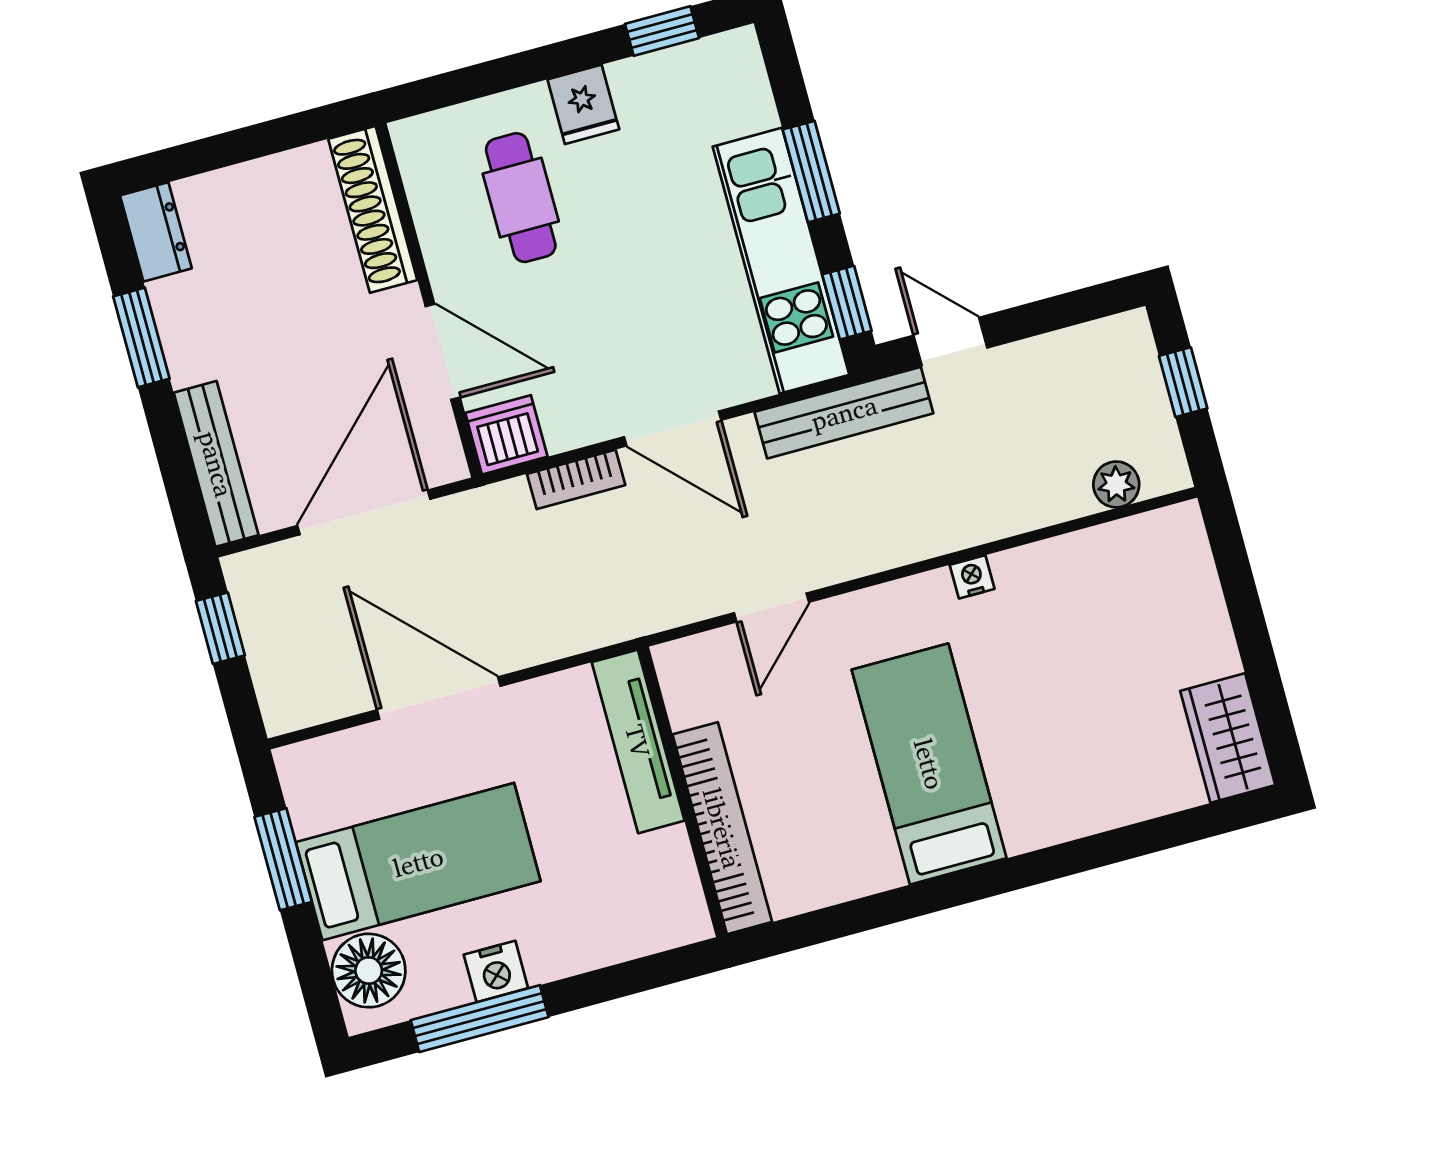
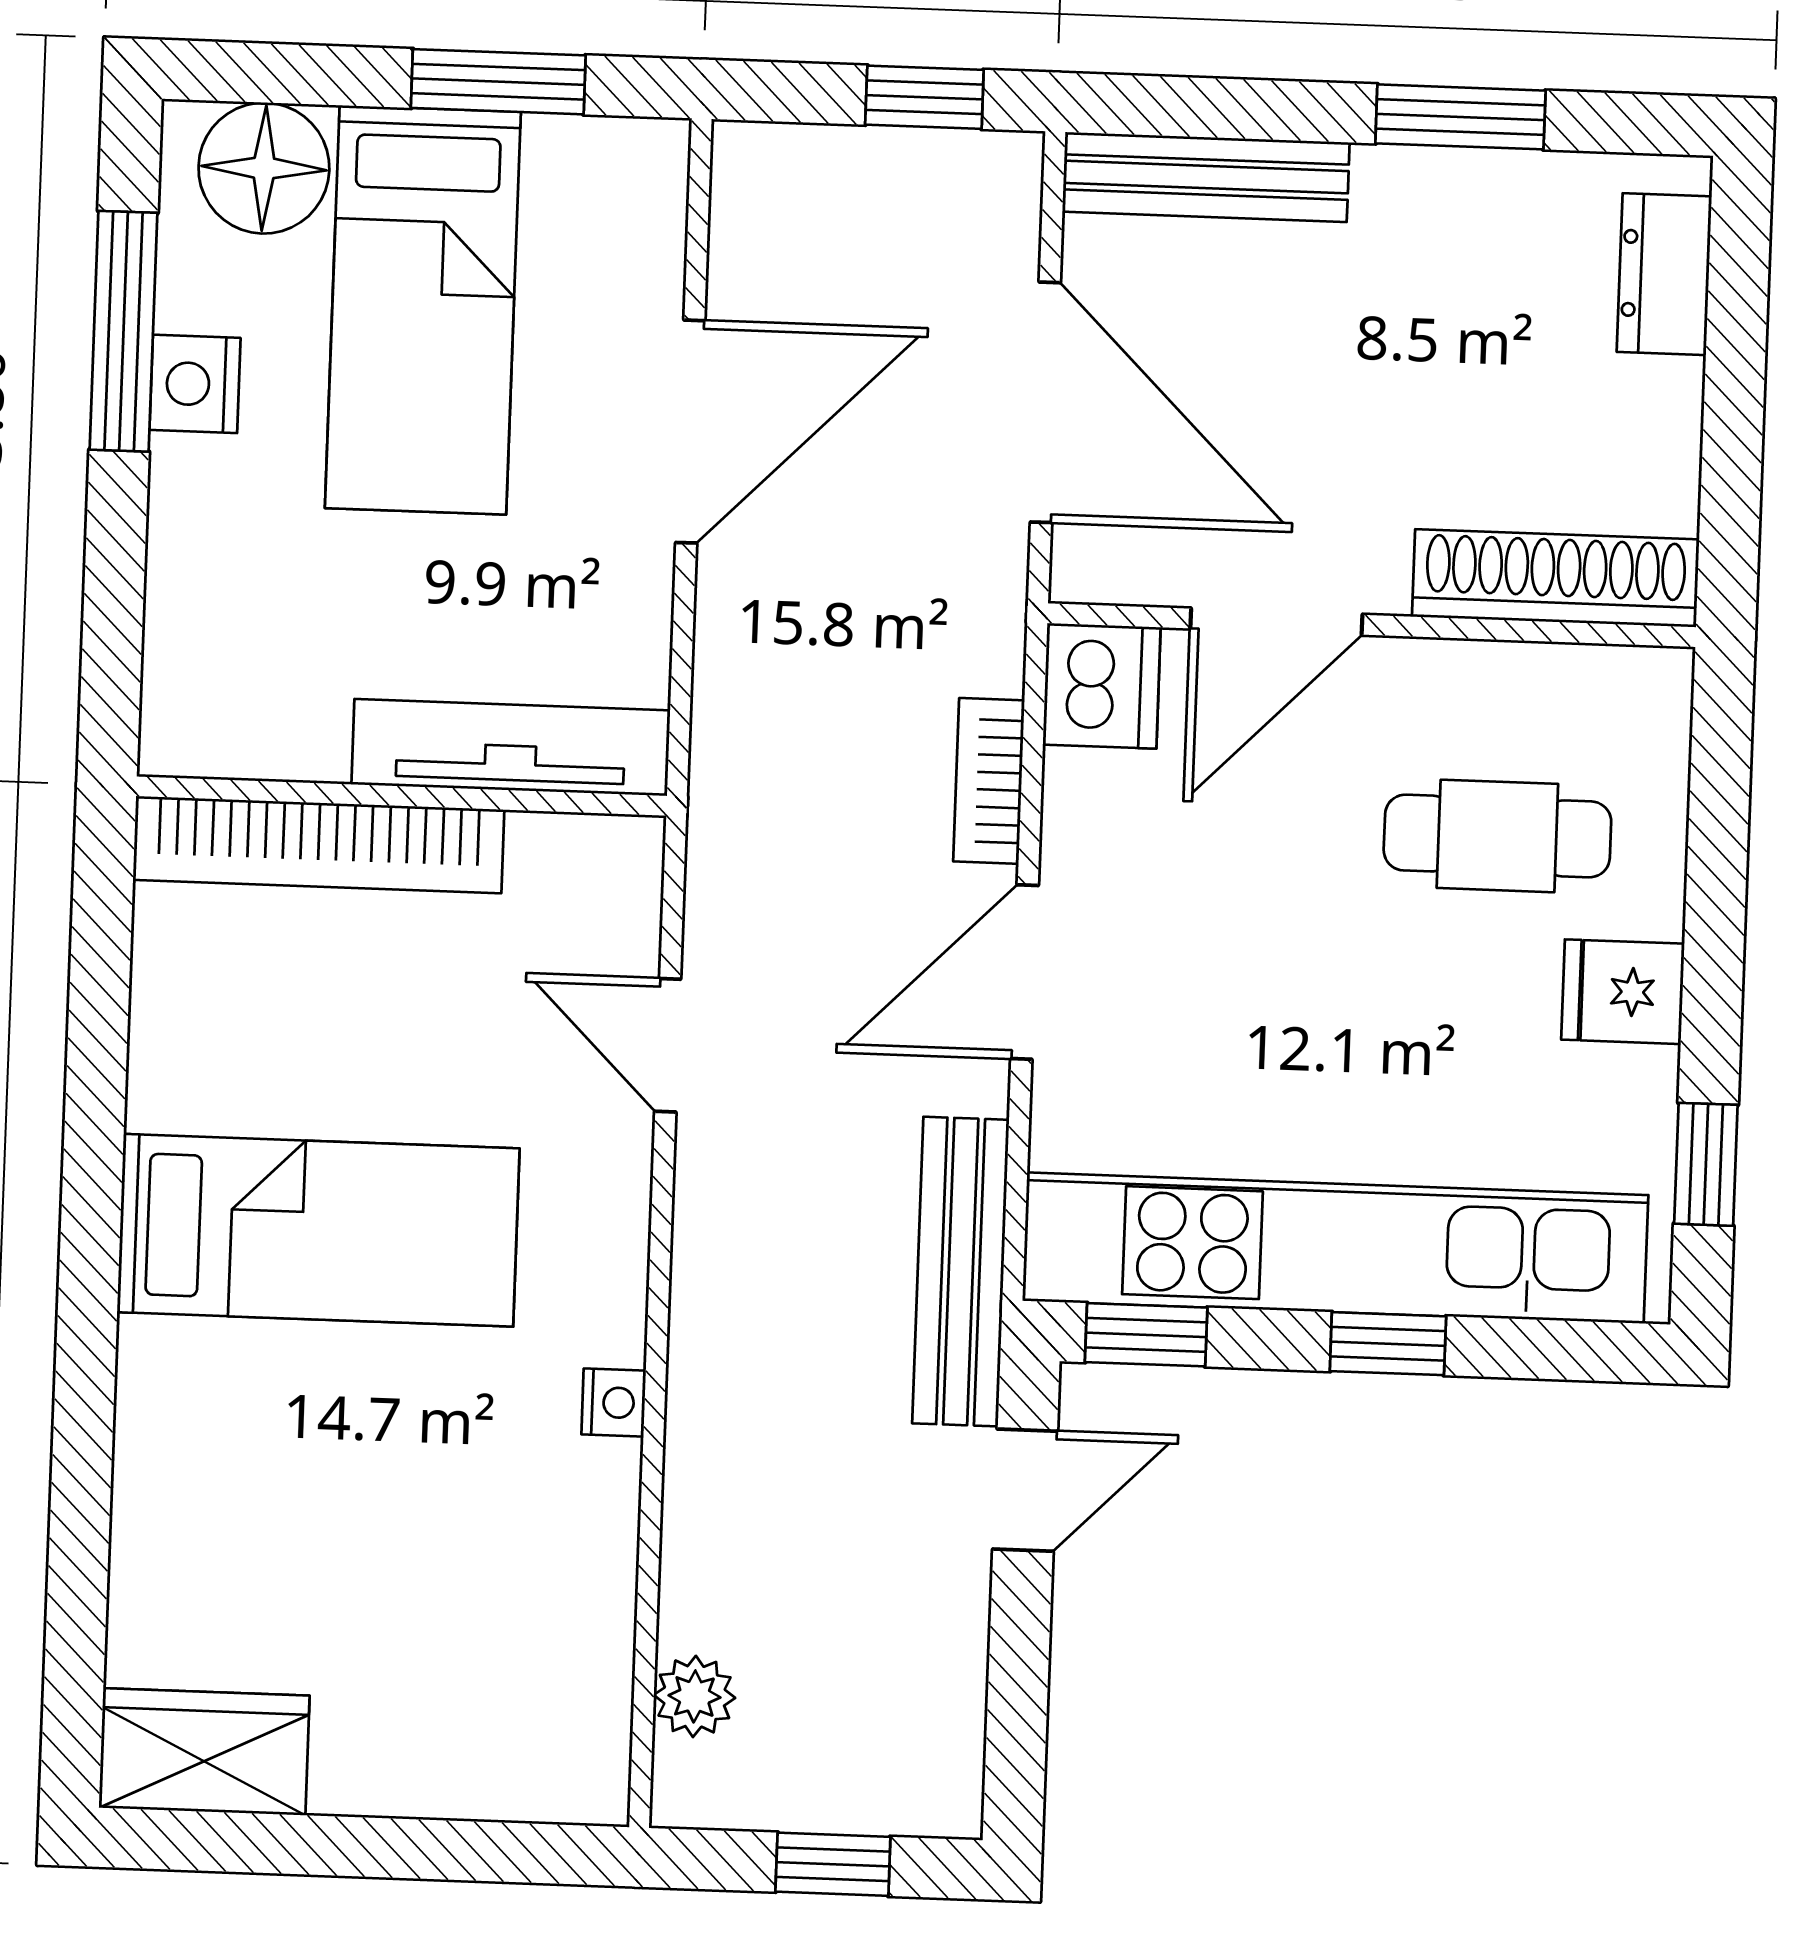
window: (811, 172) -> (1388, 1344), width x0.67
dresser: (156, 232) -> (1664, 274), moved, turned 90
kitchen unit: (781, 261) -> (1335, 1248), width x1.36

